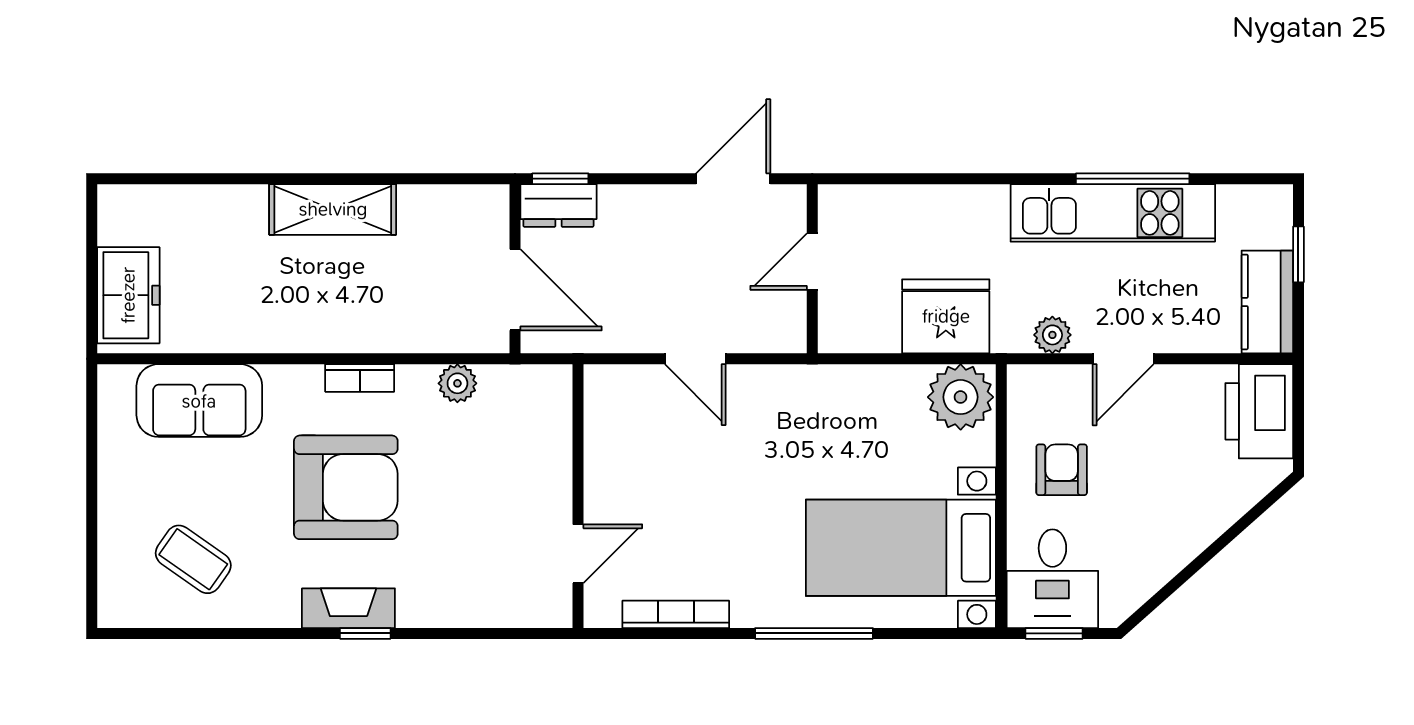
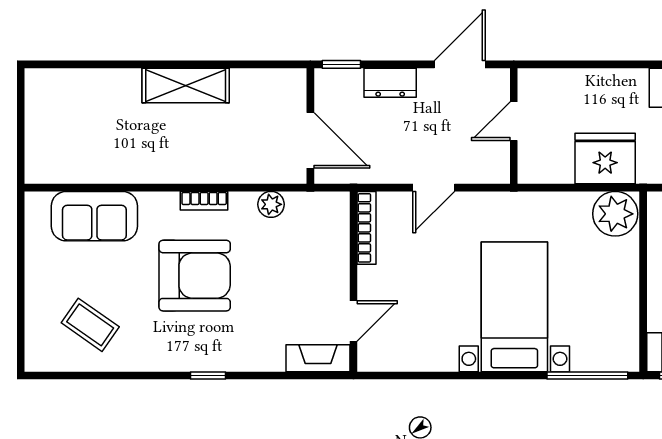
dresser: (558, 206) -> (390, 83), moved
freezer: (128, 295) -> (46, 144), removed
door: (695, 359) -> (434, 188), hinge flipped
bed with nightstands: (901, 548) -> (514, 307), moved, turned 90
fireplace: (348, 608) -> (318, 358), moved
bookcase: (676, 614) -> (367, 228), moved, turned 90
window: (814, 633) -> (587, 376), moved

